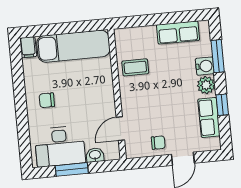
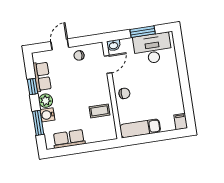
exam couch: (73, 46) -> (140, 128), width x0.73, depth x0.69
chair: (47, 100) -> (124, 93), moved
washbasin: (95, 155) -> (113, 45), moved

